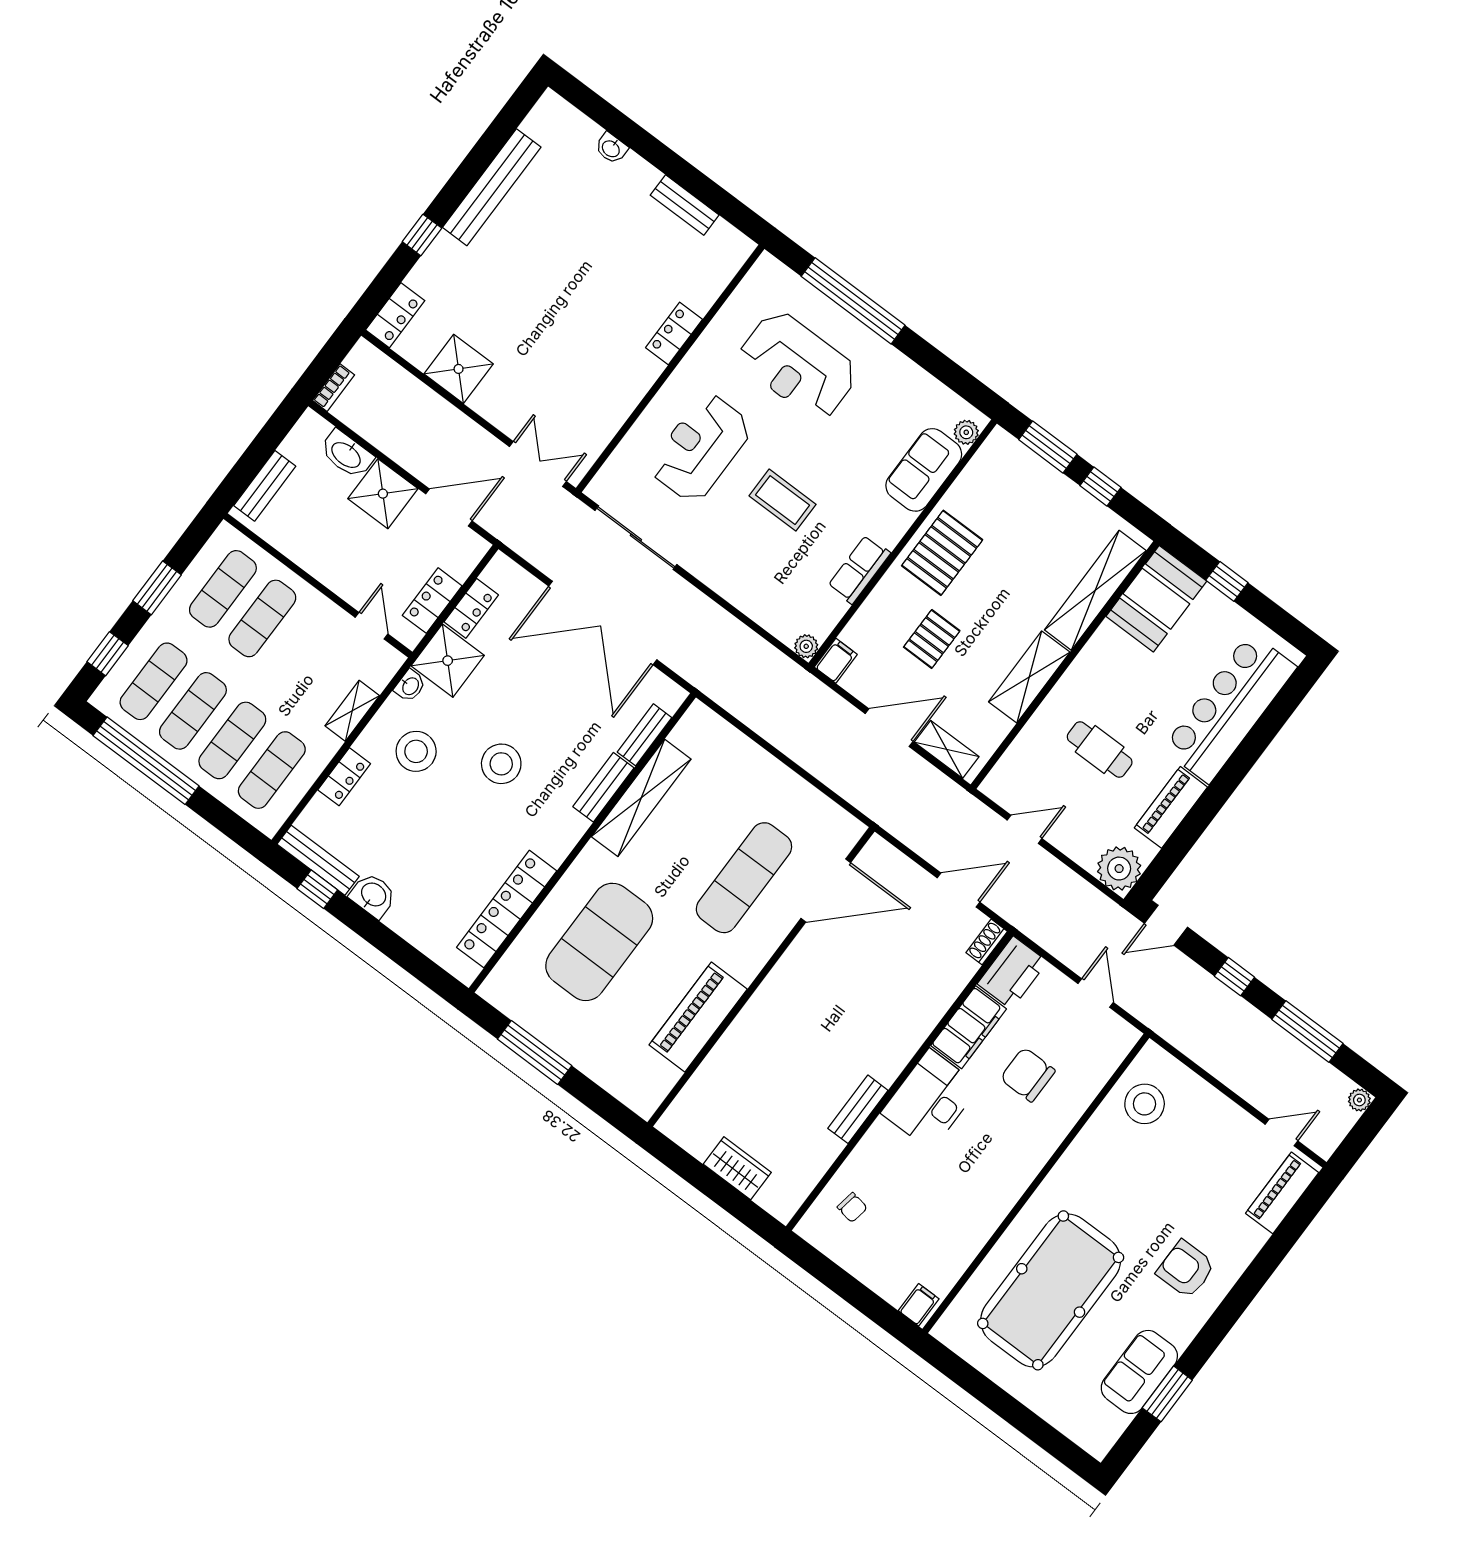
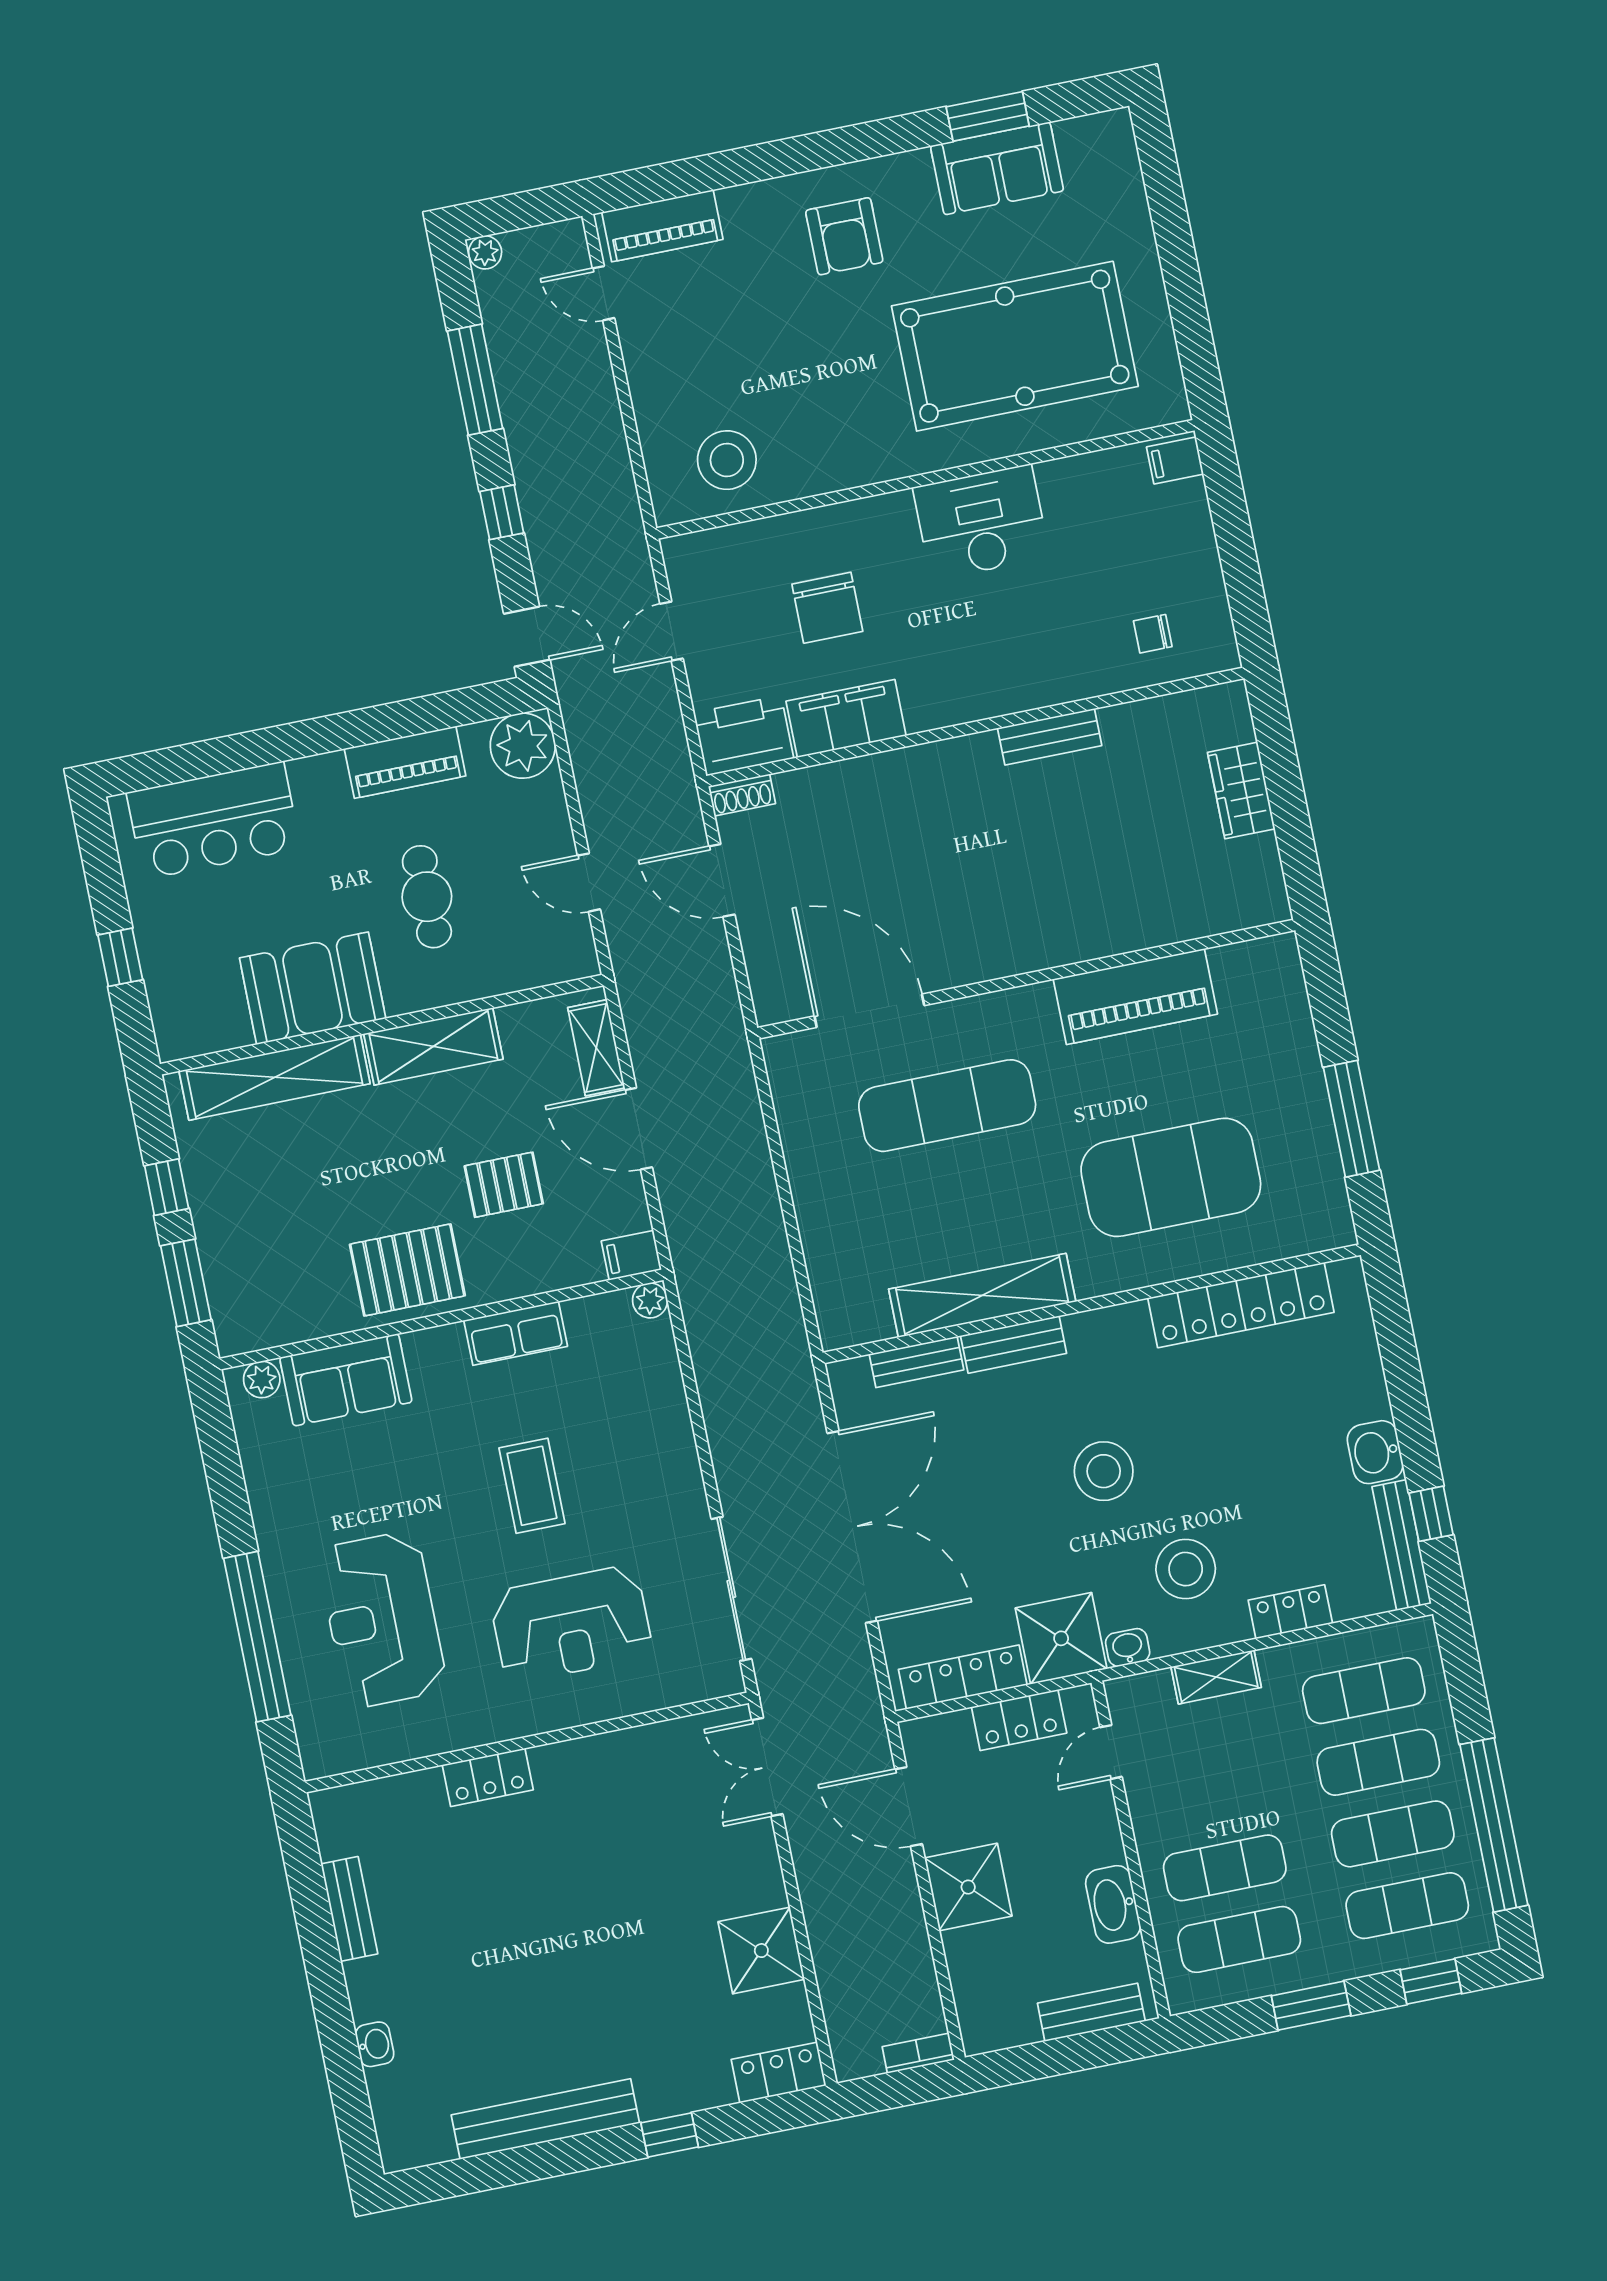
reception desk: (798, 365) -> (382, 1620), turned 180
washbasin: (347, 454) -> (1113, 1904), moved, turned 180
booth: (1156, 599) -> (313, 988), moved
locker: (471, 608) -> (963, 1677), width x1.53
bar counter: (1229, 708) -> (214, 820), width x0.73
desk: (930, 1100) -> (981, 522), moved, turned 180
chair: (852, 1207) -> (1153, 634), turned -100

